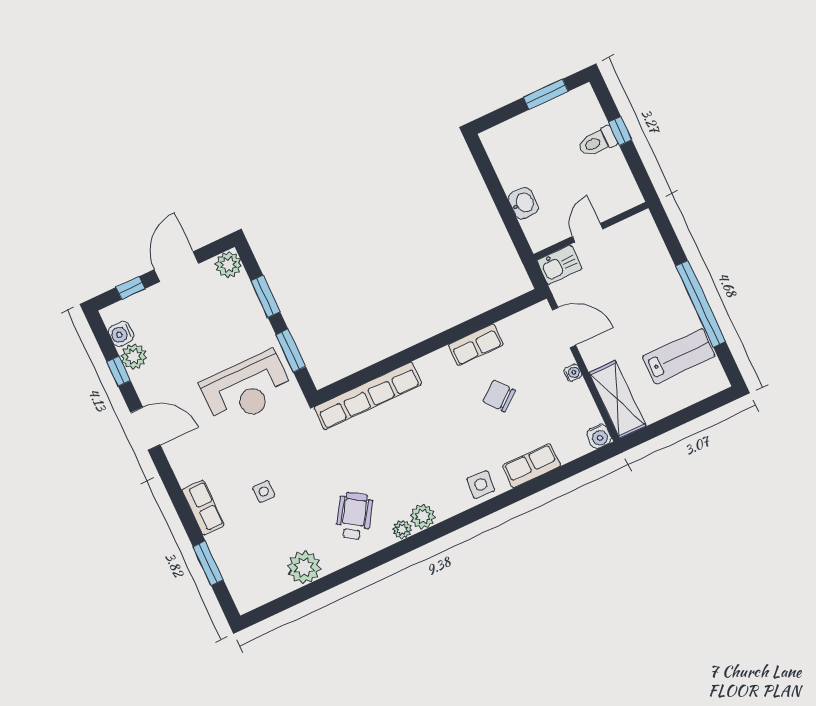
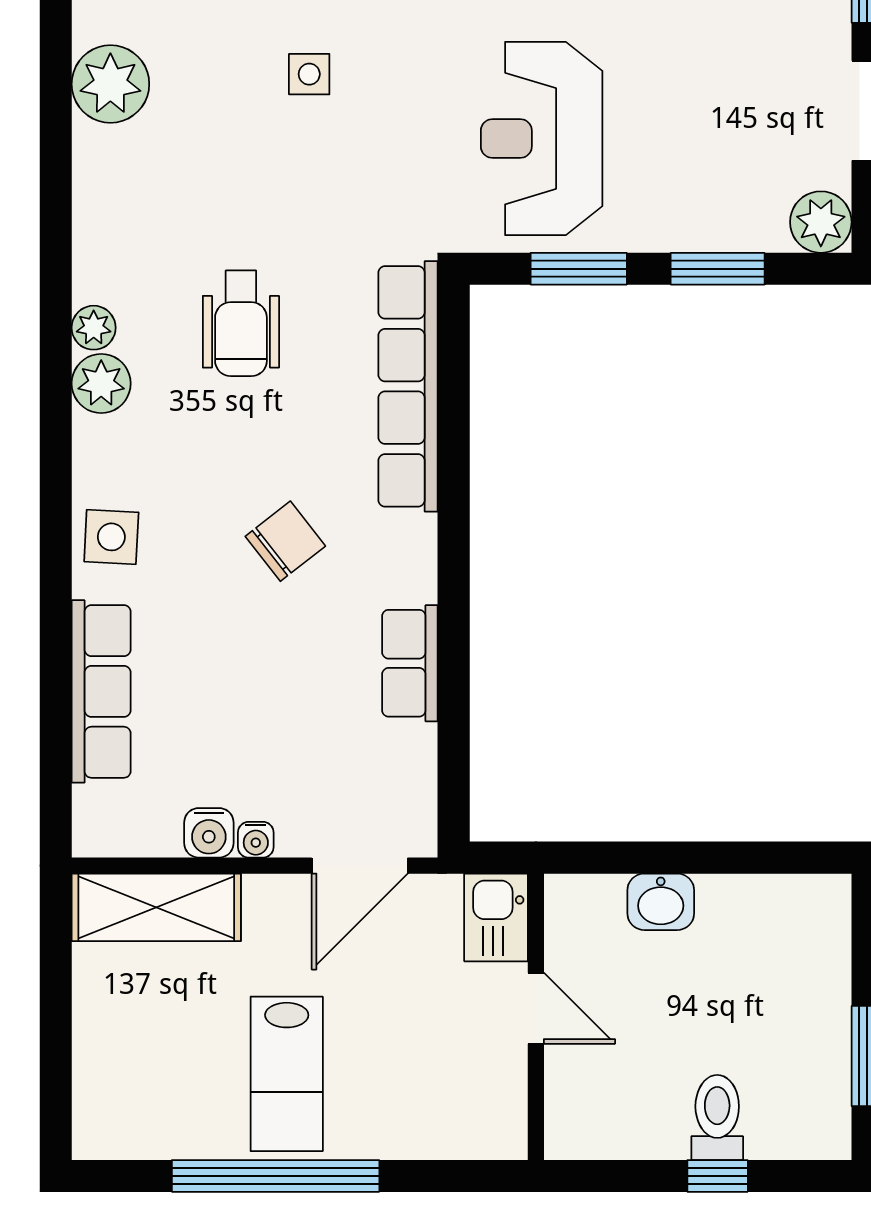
lab bench: (679, 356) -> (287, 1074), moved
chair: (499, 396) -> (285, 541), moved
water cooler: (599, 436) -> (209, 833), moved, turned -90
row of seats: (531, 466) -> (101, 691), width x1.48
wheelchair: (354, 516) -> (241, 323), moved, turned 57

